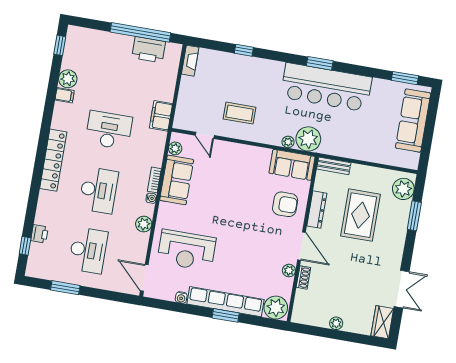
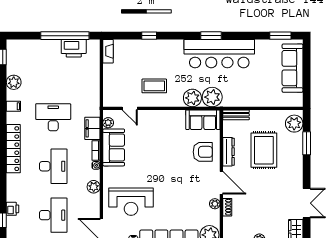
filing cabinet: (65, 95) -> (13, 106), moved
filing cabinet: (161, 116) -> (92, 128), moved
plant: (288, 142) -> (192, 98), width x1.88, depth x1.88

